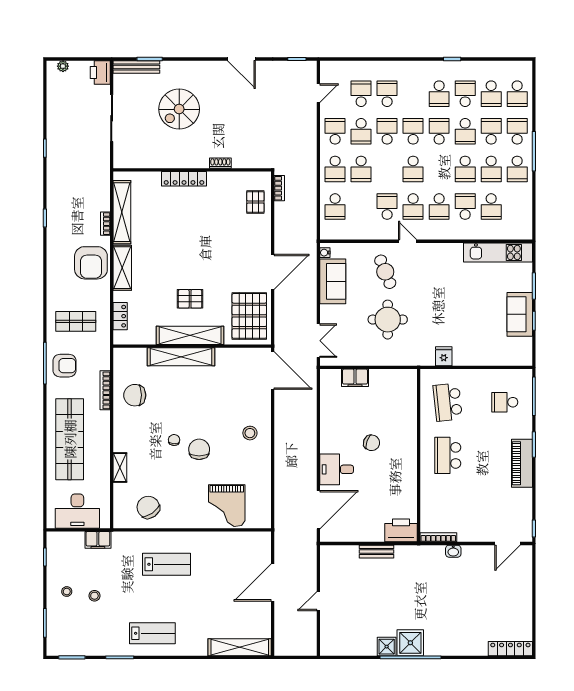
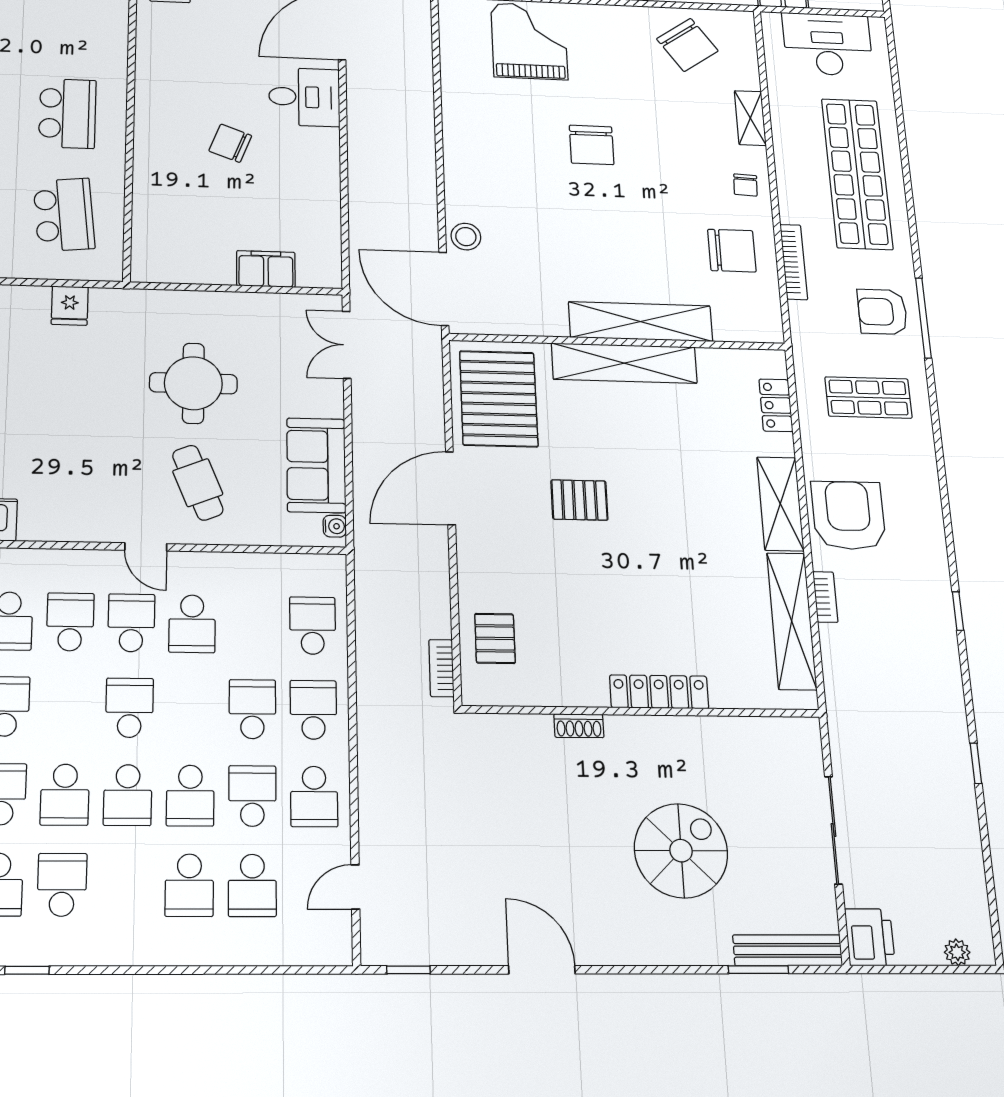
pallet: (190, 299) -> (579, 500), moved
stool: (250, 433) -> (466, 237), moved
chair: (174, 440) -> (745, 185), moved

